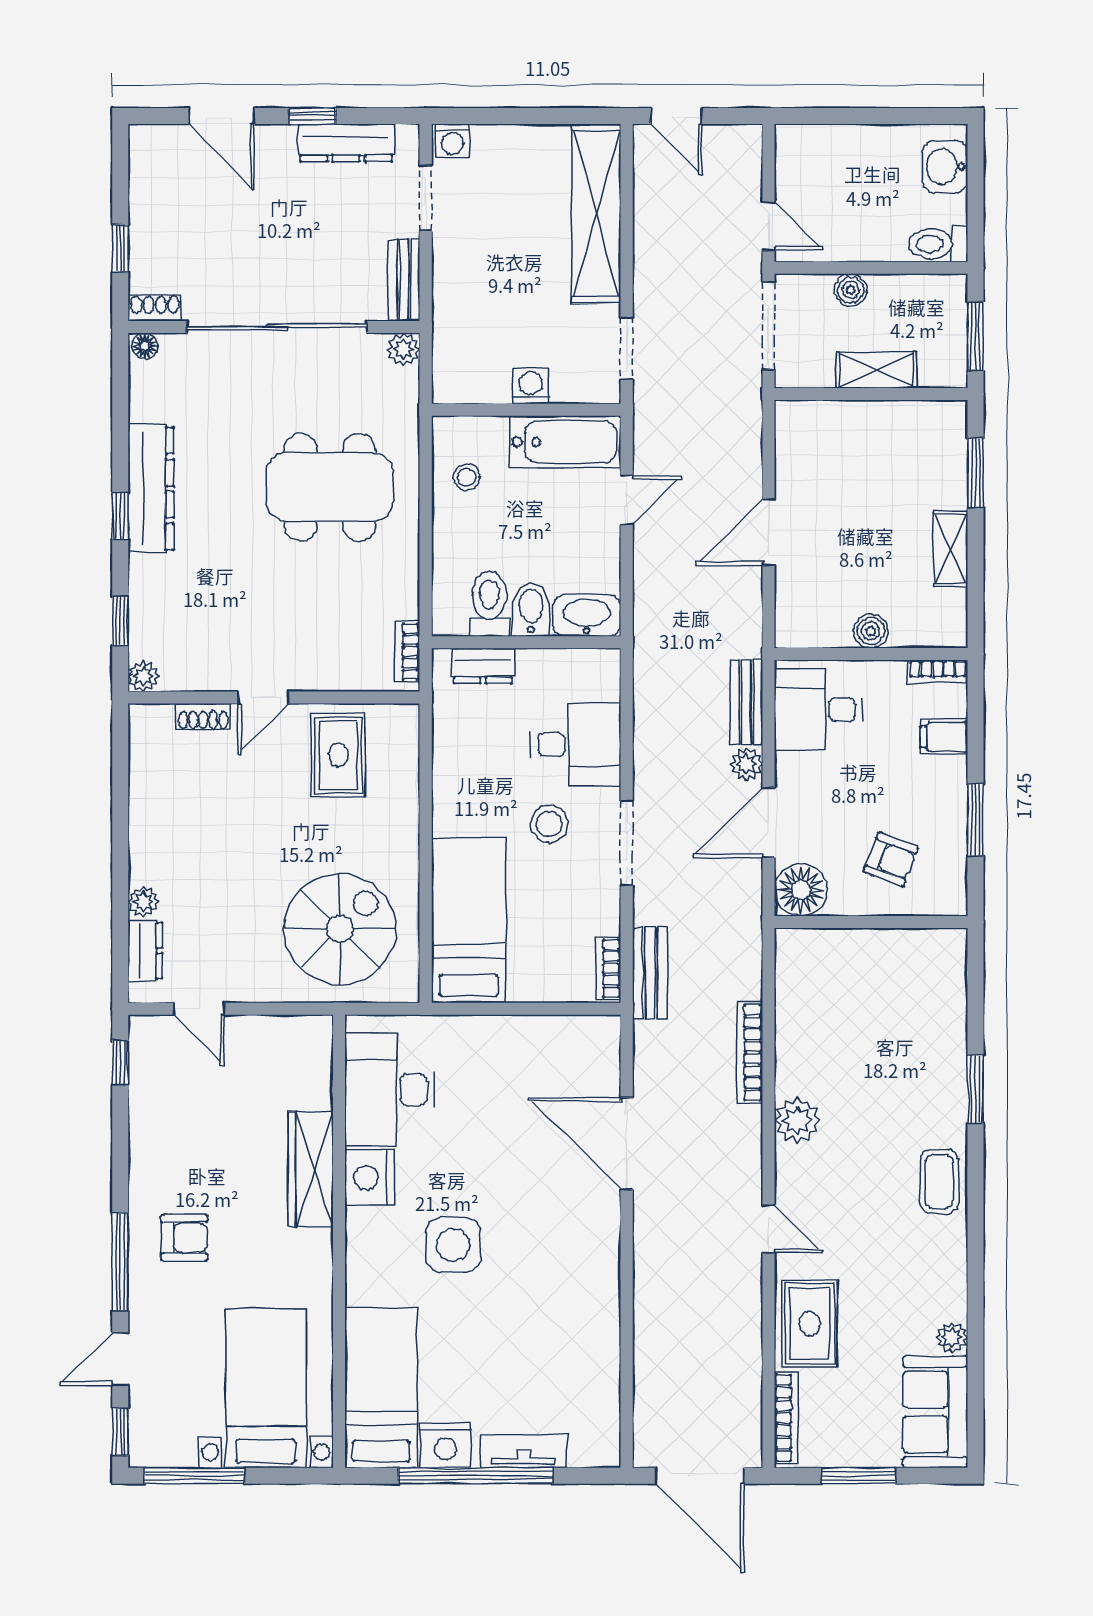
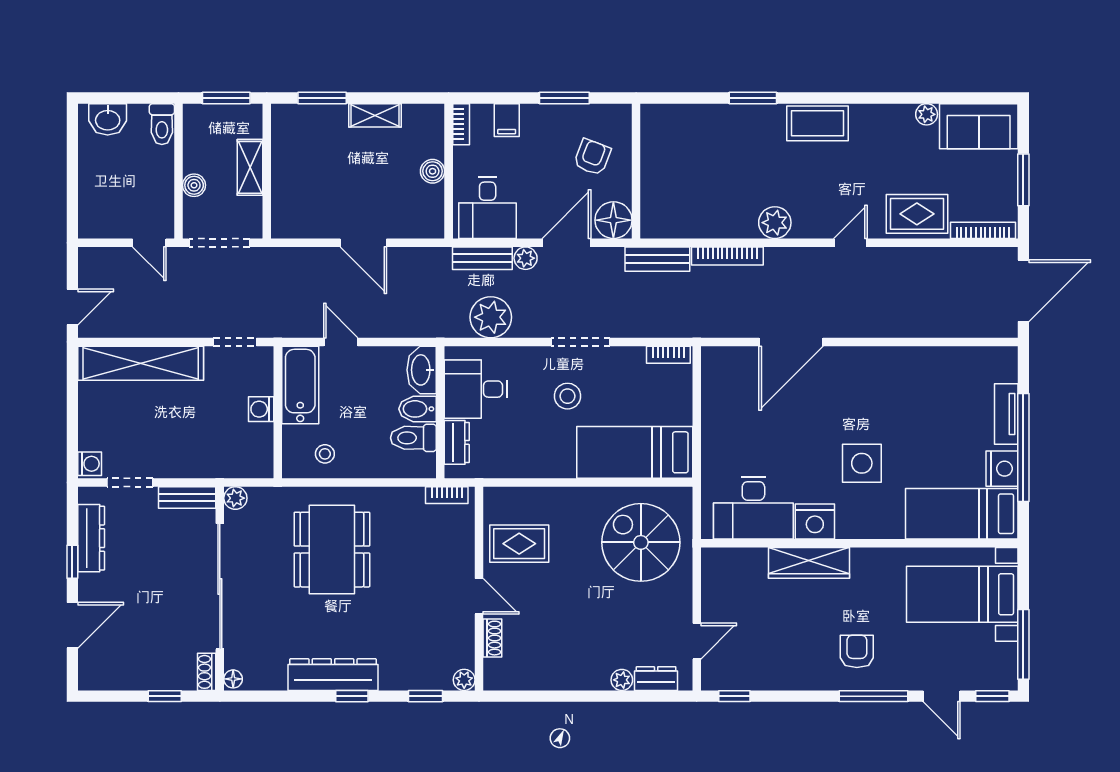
door: (769, 226) -> (149, 243), swing flipped
plant: (662, 714) -> (491, 317), added
desk: (576, 745) -> (476, 389), moved, turned -90
door: (769, 823) -> (566, 243), swing flipped
bench: (650, 973) -> (657, 259), moved
coffee table: (939, 1181) -> (817, 123), width x1.36, depth x1.30

